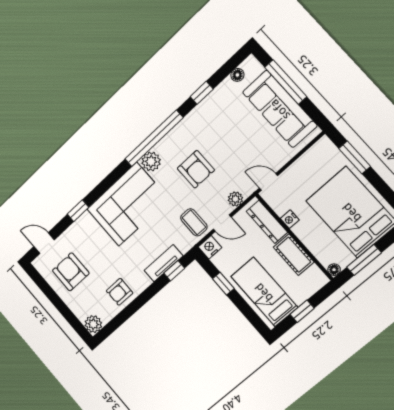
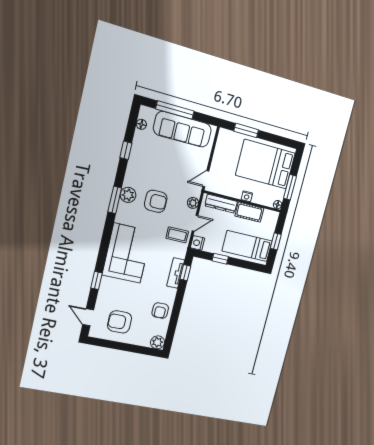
window: (154, 138) -> (115, 200), width x0.47
plant: (151, 162) -> (128, 195), moved
nightstand: (290, 219) -> (247, 196), moved
door: (44, 243) -> (88, 317), hinge flipped

